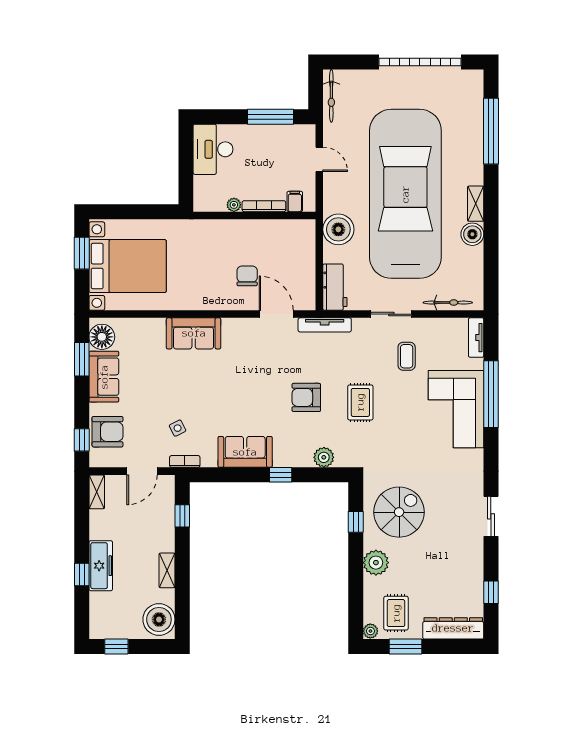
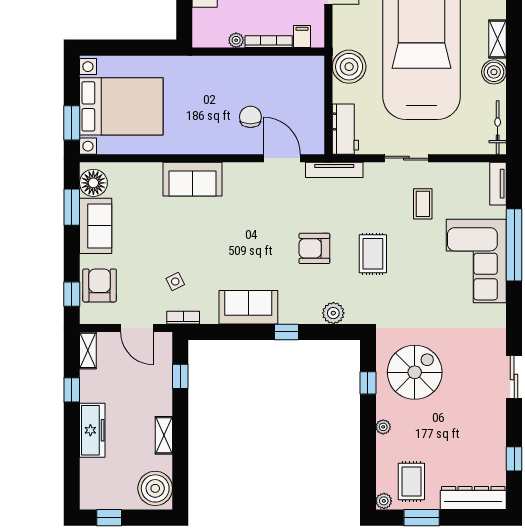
window: (82, 253) -> (72, 123), moved
bicycle: (448, 303) -> (498, 127), moved, turned -90
armchair: (108, 432) -> (100, 285), turned -90
door: (142, 471) -> (137, 328), hinge flipped
plant: (376, 563) -> (383, 427), width x0.53, depth x0.53
window: (82, 574) -> (72, 390), moved

